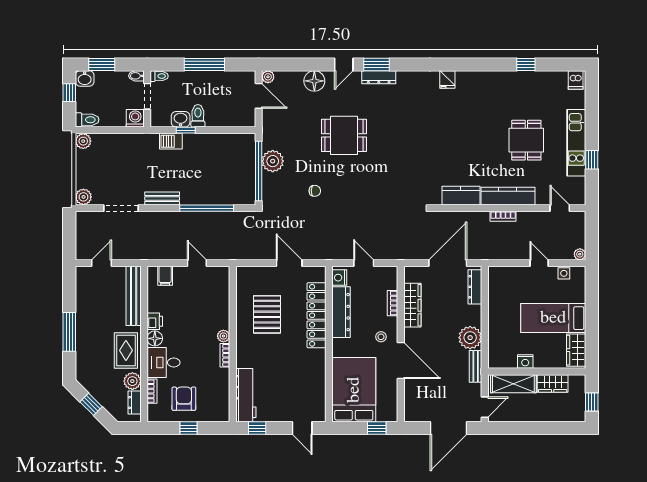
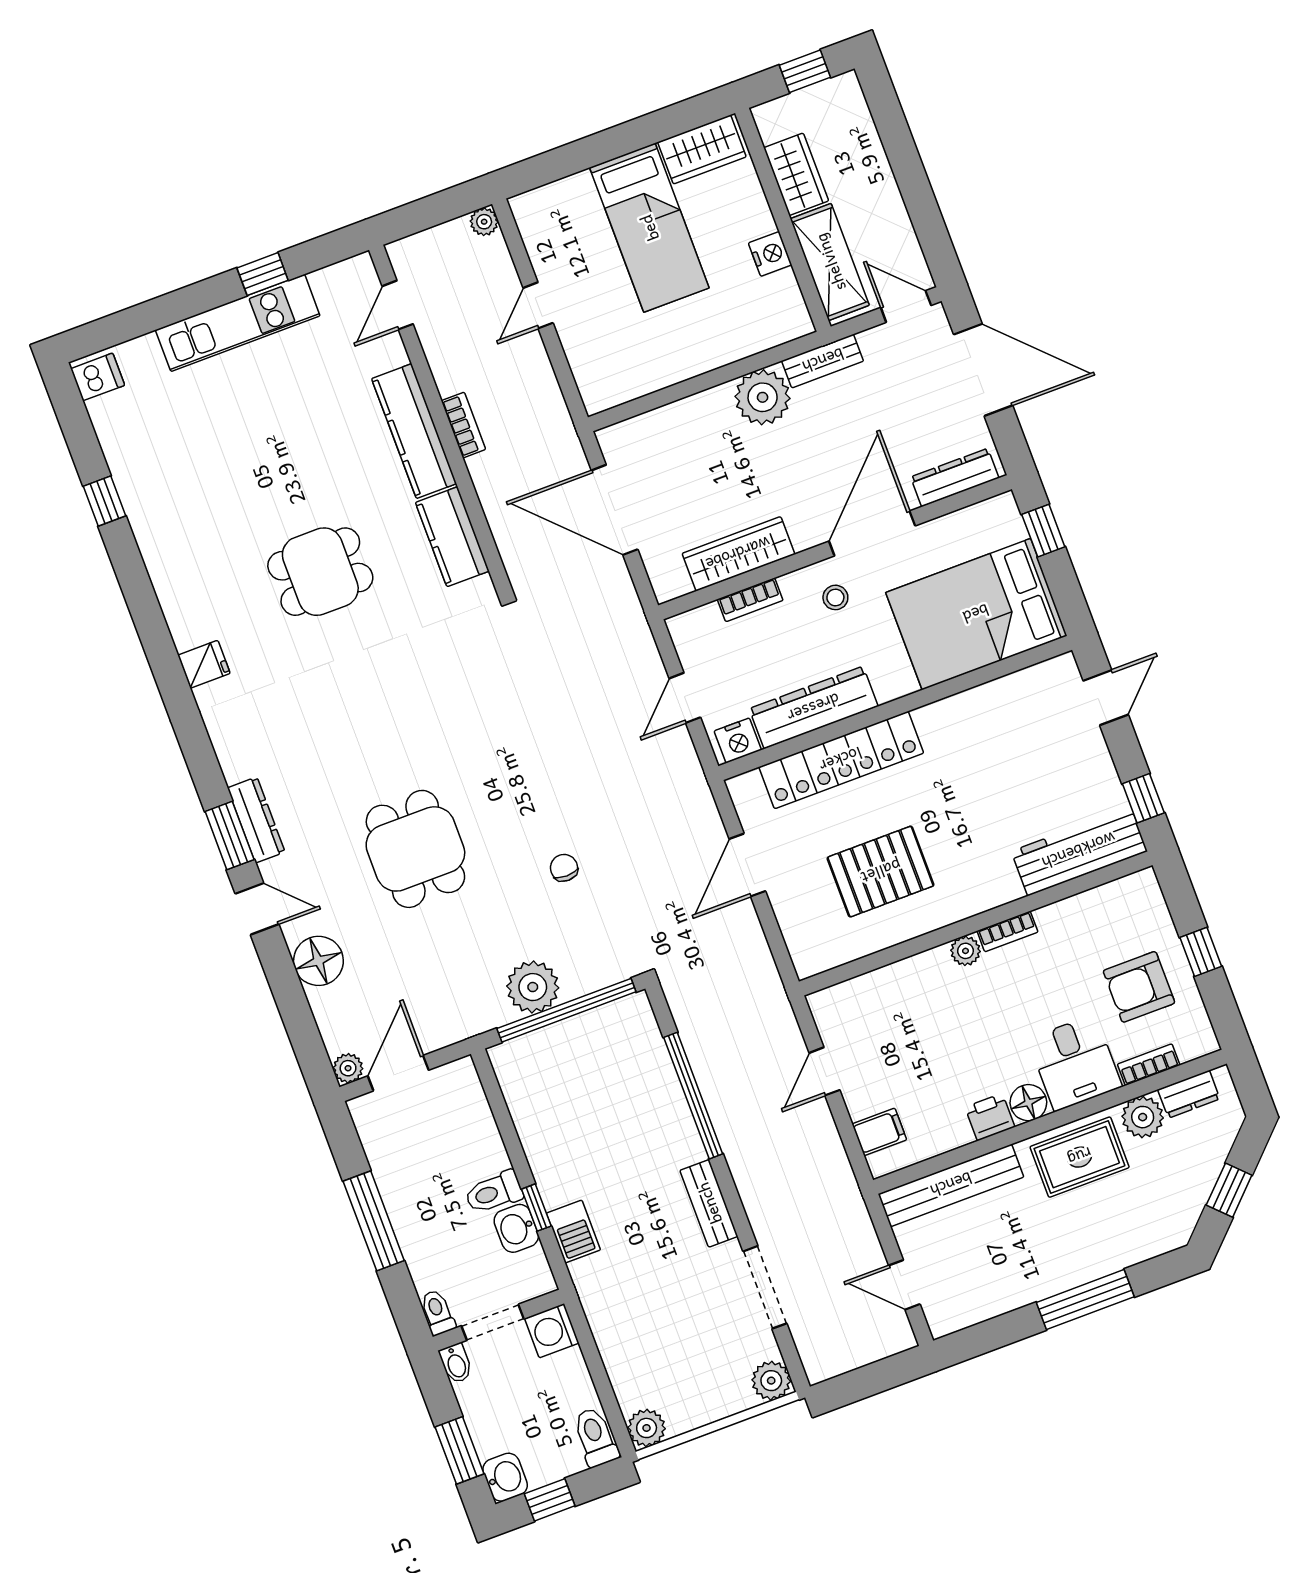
dining table: (526, 140) -> (320, 572), moved
side table: (564, 273) -> (540, 241), removed
dresser: (475, 287) -> (955, 477), moved, turned 180

